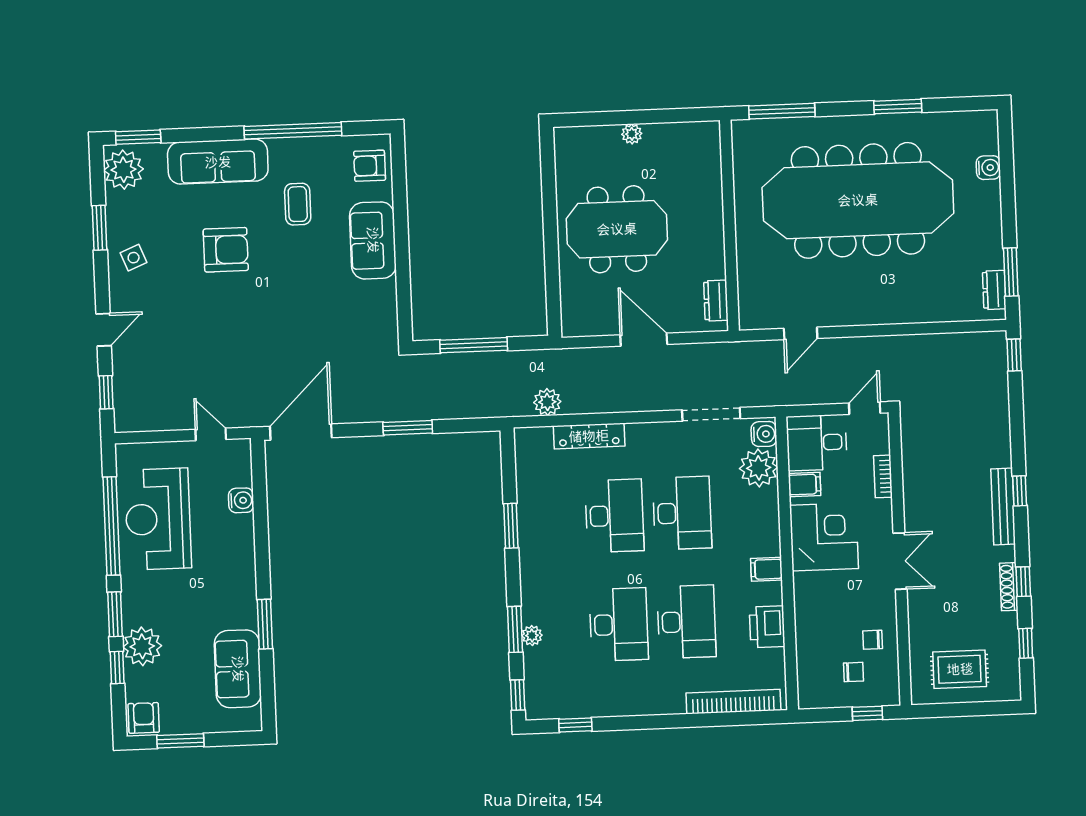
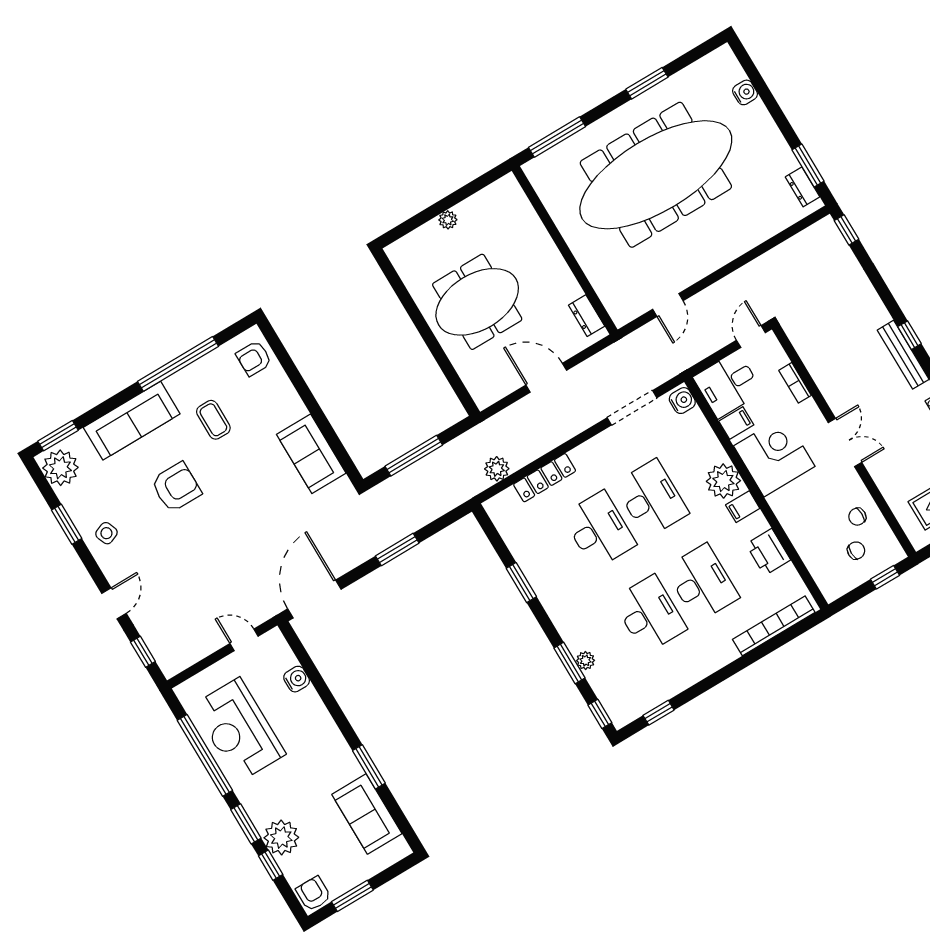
sofa: (373, 240) -> (311, 454), moved
plant: (759, 468) -> (723, 481), moved

